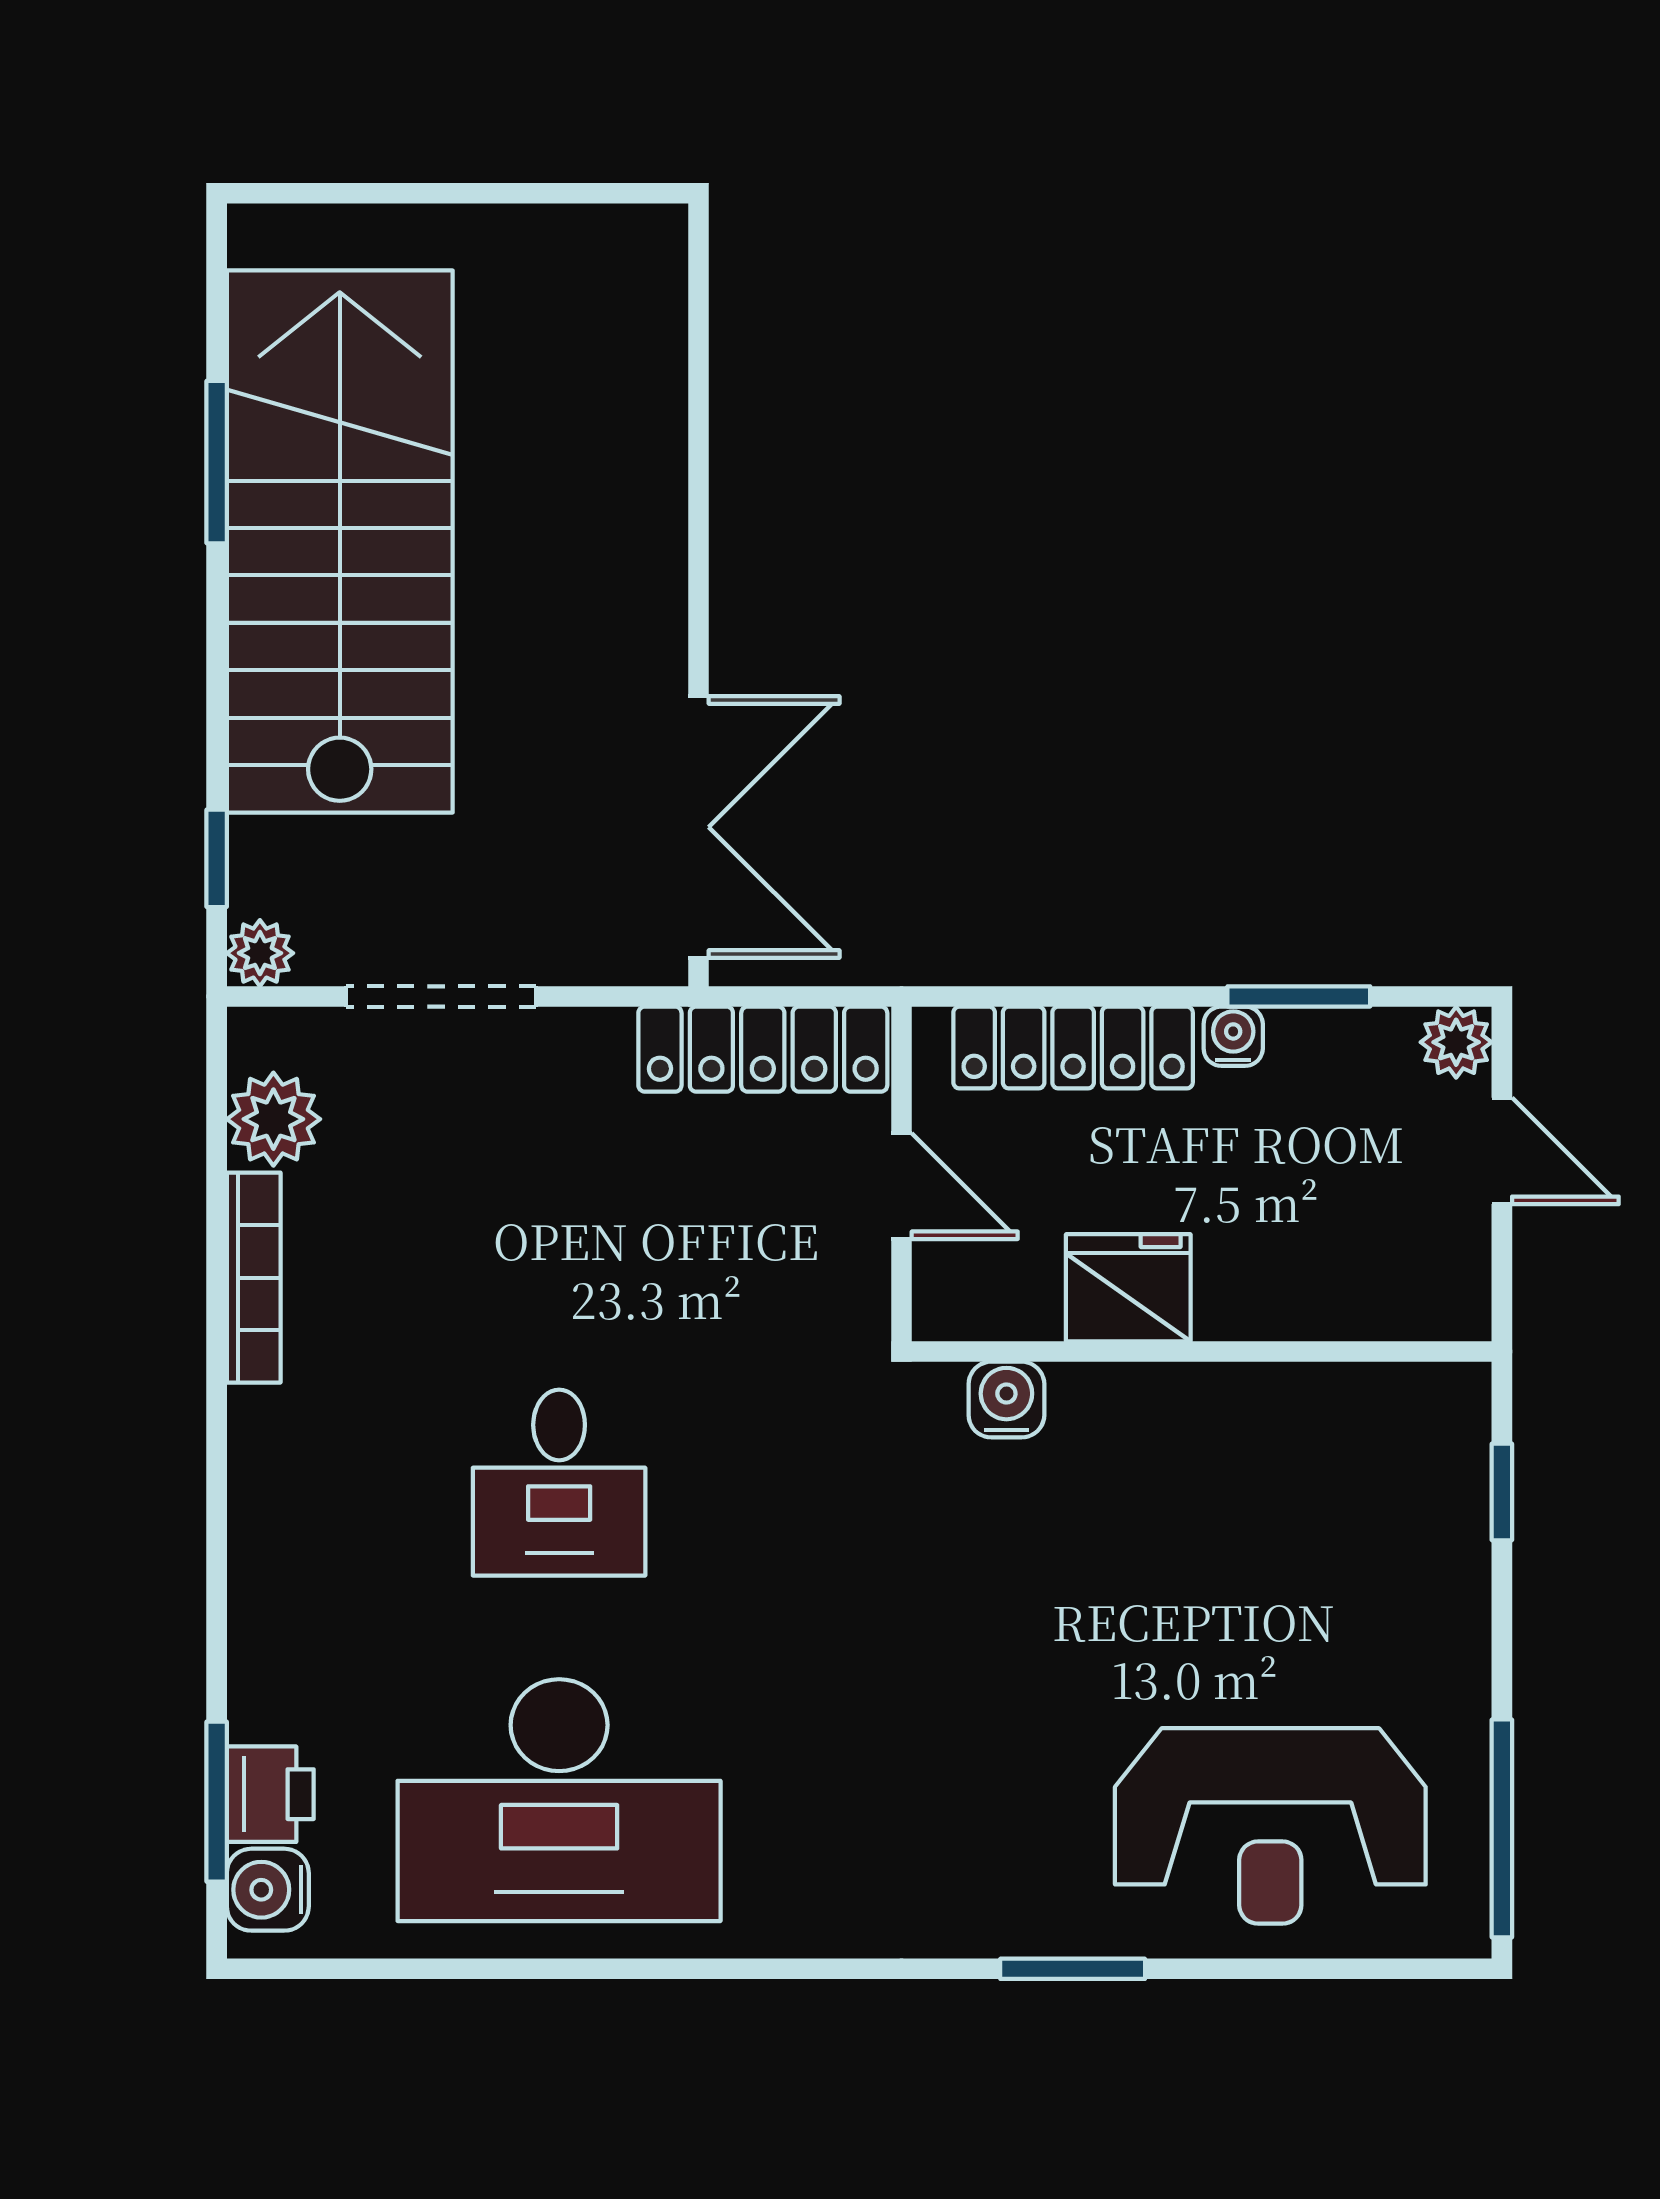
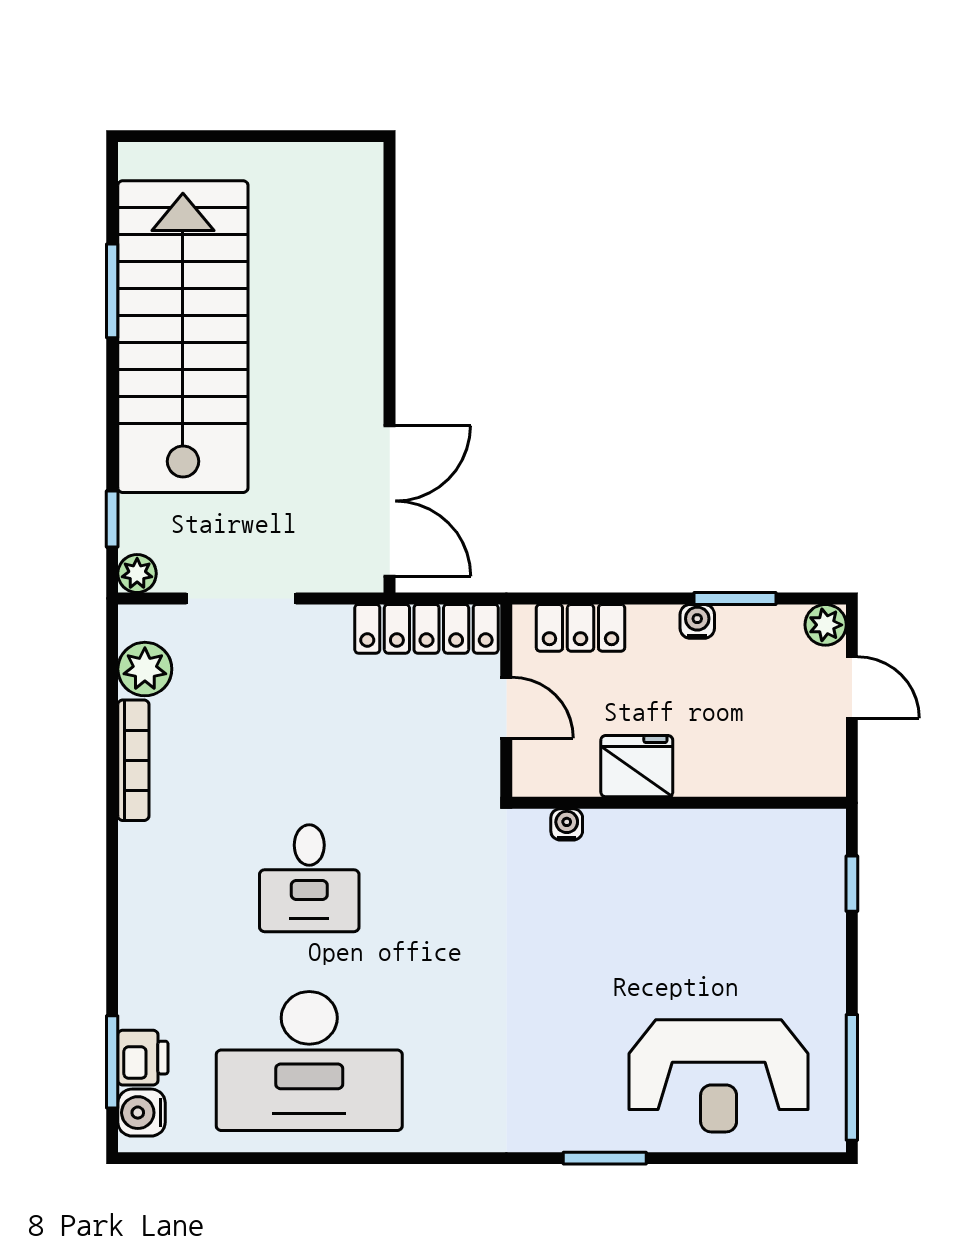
locker: (1073, 1048) -> (581, 628), width x0.66
water cooler: (1006, 1400) -> (567, 824), width x0.72, depth x0.72

